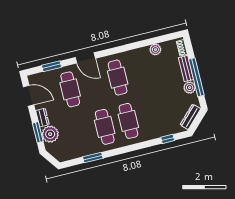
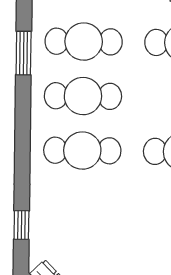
cafe table: (81, 133) -> (84, 42), added

